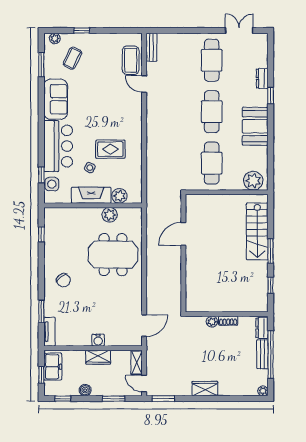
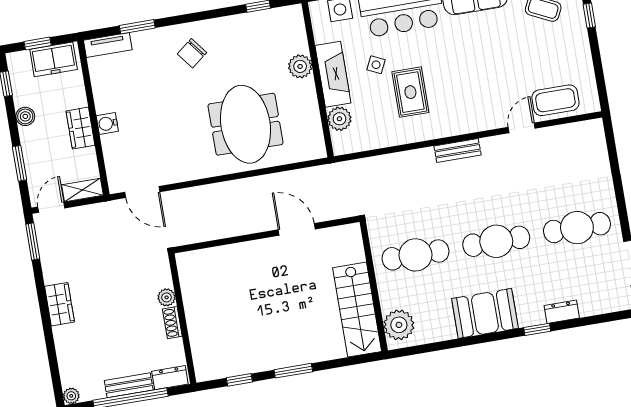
bench: (151, 47) -> (458, 151), moved
plant: (110, 215) -> (300, 66), moved
stairs: (257, 231) -> (357, 310), moved, turned -90

